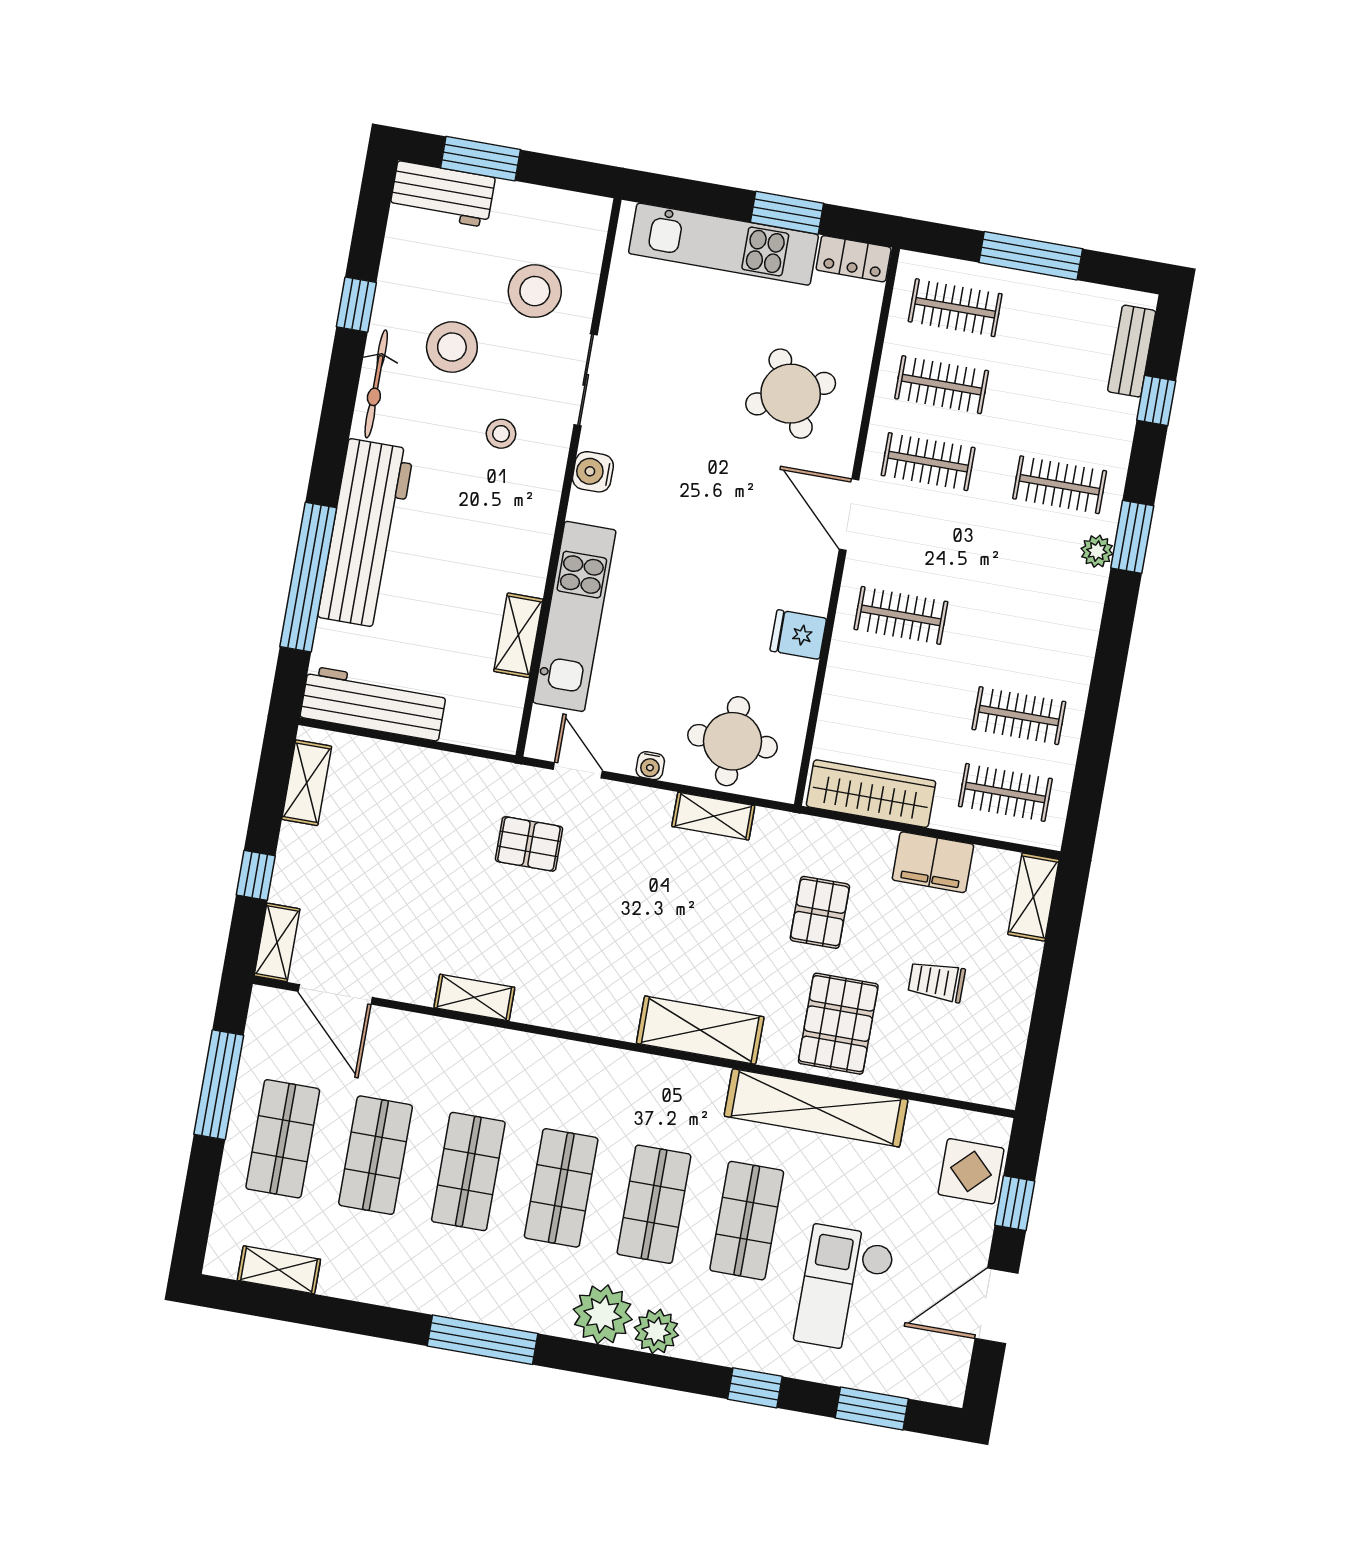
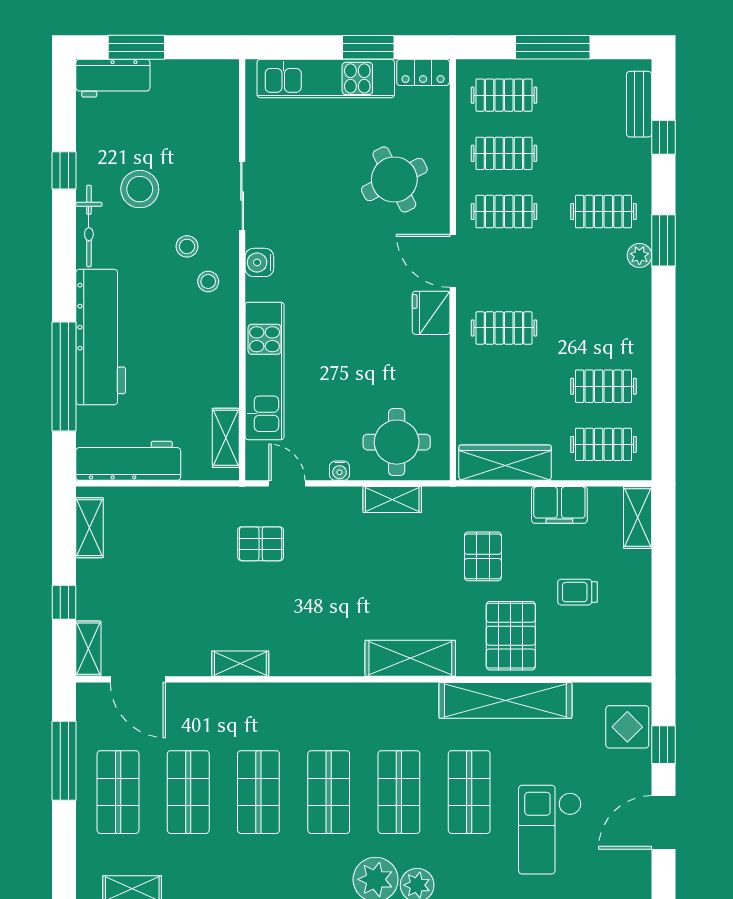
stool: (535, 291) -> (208, 281), moved, width x0.53, depth x0.53
shelving: (518, 635) -> (226, 438), moved
fridge: (798, 635) -> (431, 313), moved, width x1.38

